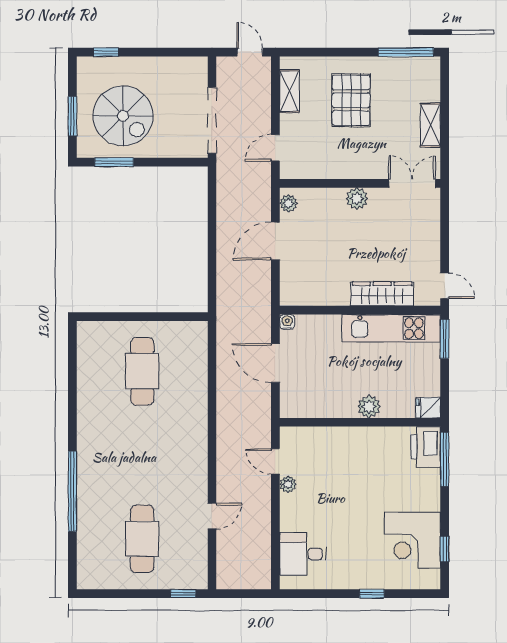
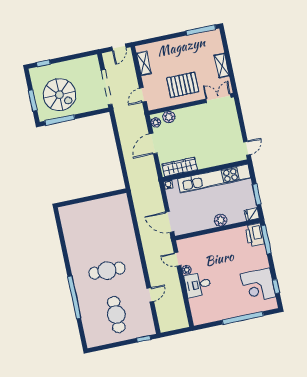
door: (250, 52) -> (119, 47), swing flipped
pallet: (351, 100) -> (183, 85), moved, turned 90
window: (114, 162) -> (60, 120), width x1.44
plant: (357, 199) -> (169, 117), moved
door: (445, 286) -> (247, 148), hinge flipped
wardrobe: (382, 294) -> (180, 167), moved
kitchen unit: (391, 328) -> (214, 179), width x1.36
window: (445, 339) -> (257, 194), moved
door: (275, 363) -> (170, 222), moved
cafe table: (142, 371) -> (107, 271), moved, turned 90
desk: (303, 554) -> (198, 285), moved
window: (372, 594) -> (243, 318), width x3.17

